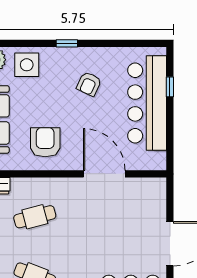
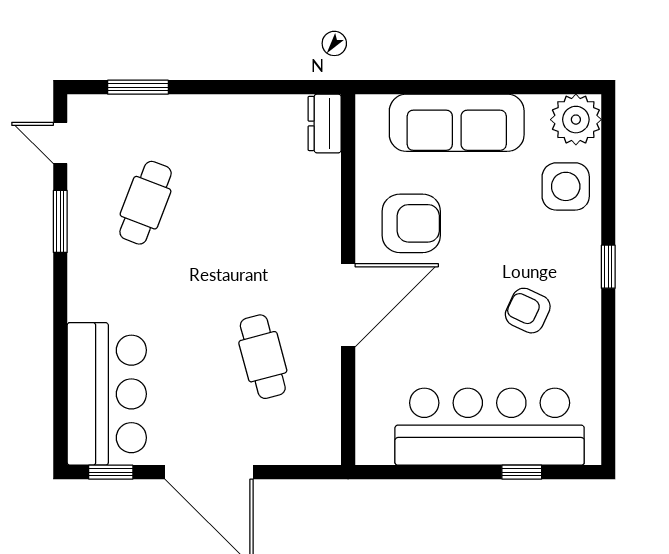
door: (104, 174) -> (348, 305), moved
cafe table: (35, 217) -> (263, 357), moved

